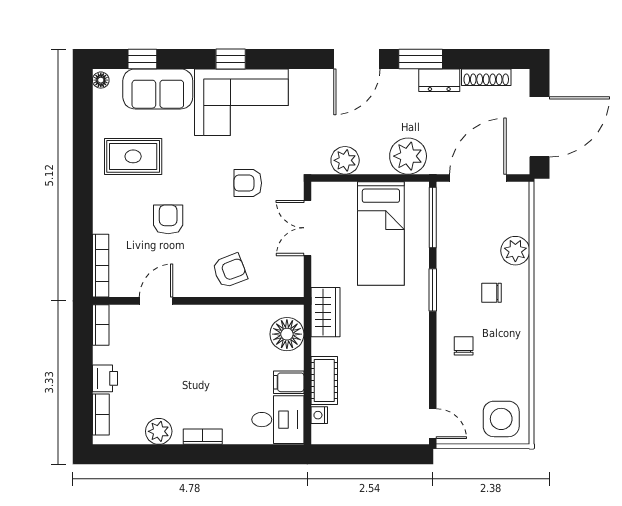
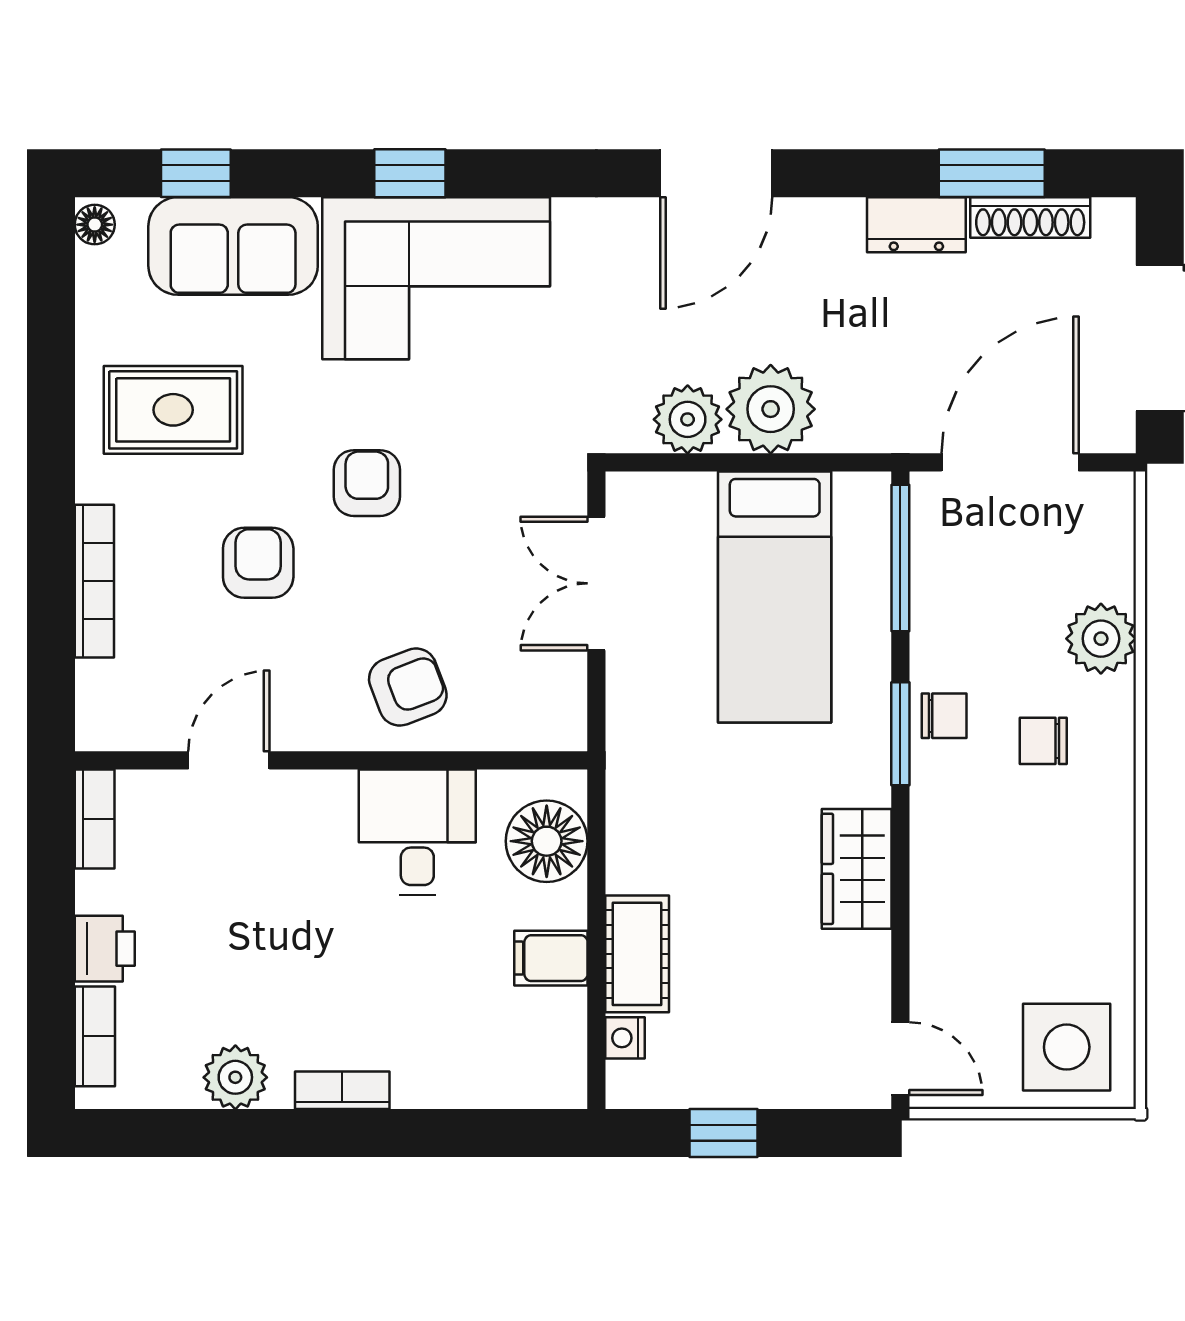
window: (421, 59) -> (992, 173), moved
plant: (408, 156) -> (771, 409), moved
armchair: (248, 183) -> (367, 483), moved, turned 90
bookcase: (101, 266) -> (94, 581), moved
wardrobe: (325, 312) -> (857, 869), moved, turned 180
chair: (464, 346) -> (944, 716), moved, turned 90
desk: (278, 420) -> (417, 832), moved, turned -90
window: (360, 454) -> (723, 1133), added

